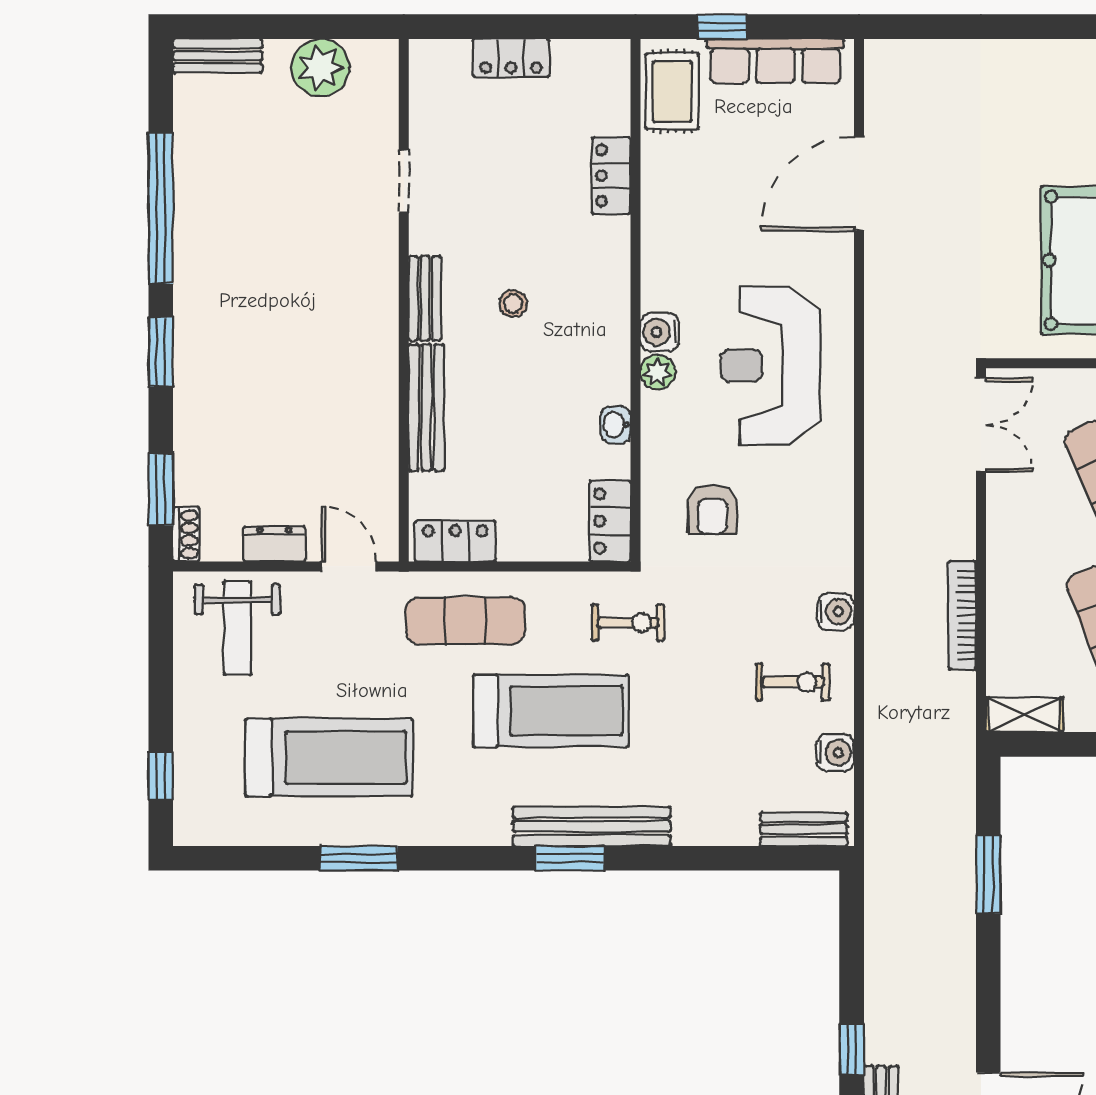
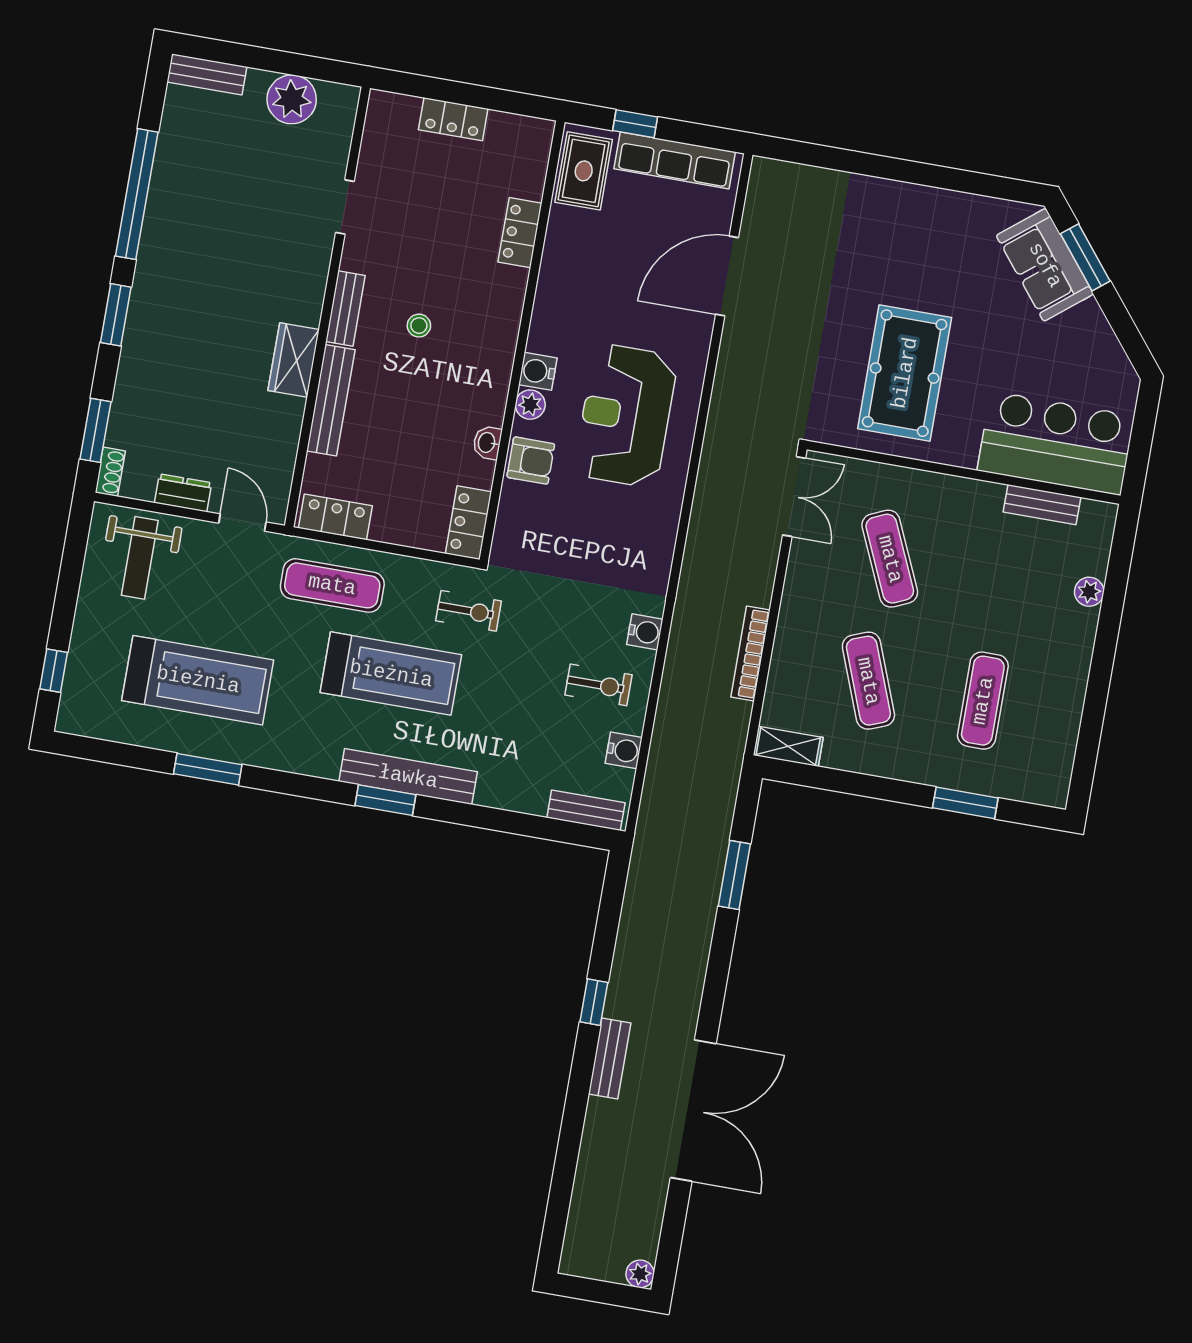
wardrobe: (375, 368) -> (294, 360), added
armchair: (712, 509) -> (531, 461), moved, turned -90

